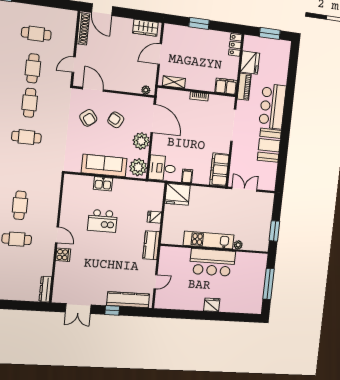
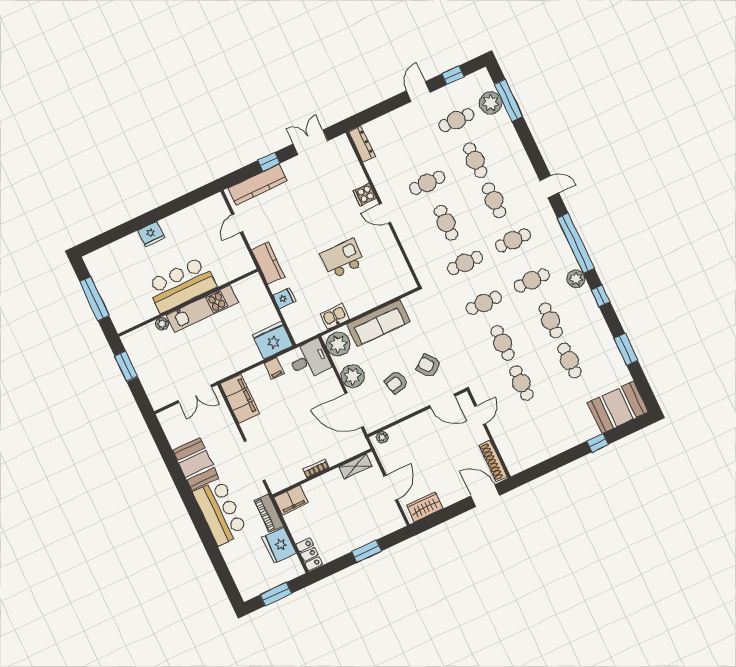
cafe table: (36, 34) -> (465, 263), moved
armchair: (116, 120) -> (396, 382), turned 139
kitchen sink: (103, 184) -> (335, 317), moved

